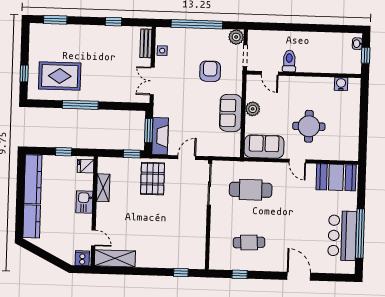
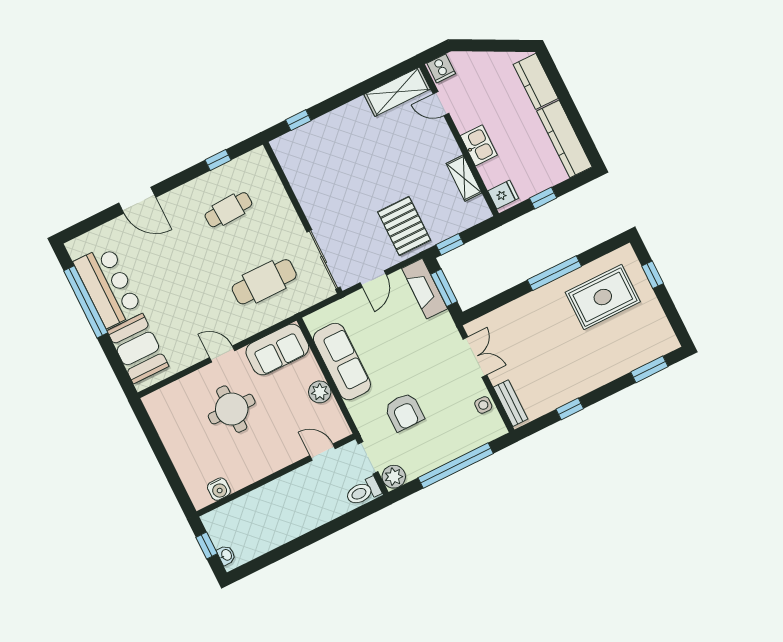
toilet: (289, 61) -> (363, 492), moved, turned 90
sofa: (231, 113) -> (342, 362), width x1.36
booth: (336, 177) -> (138, 348), moved, turned 90

